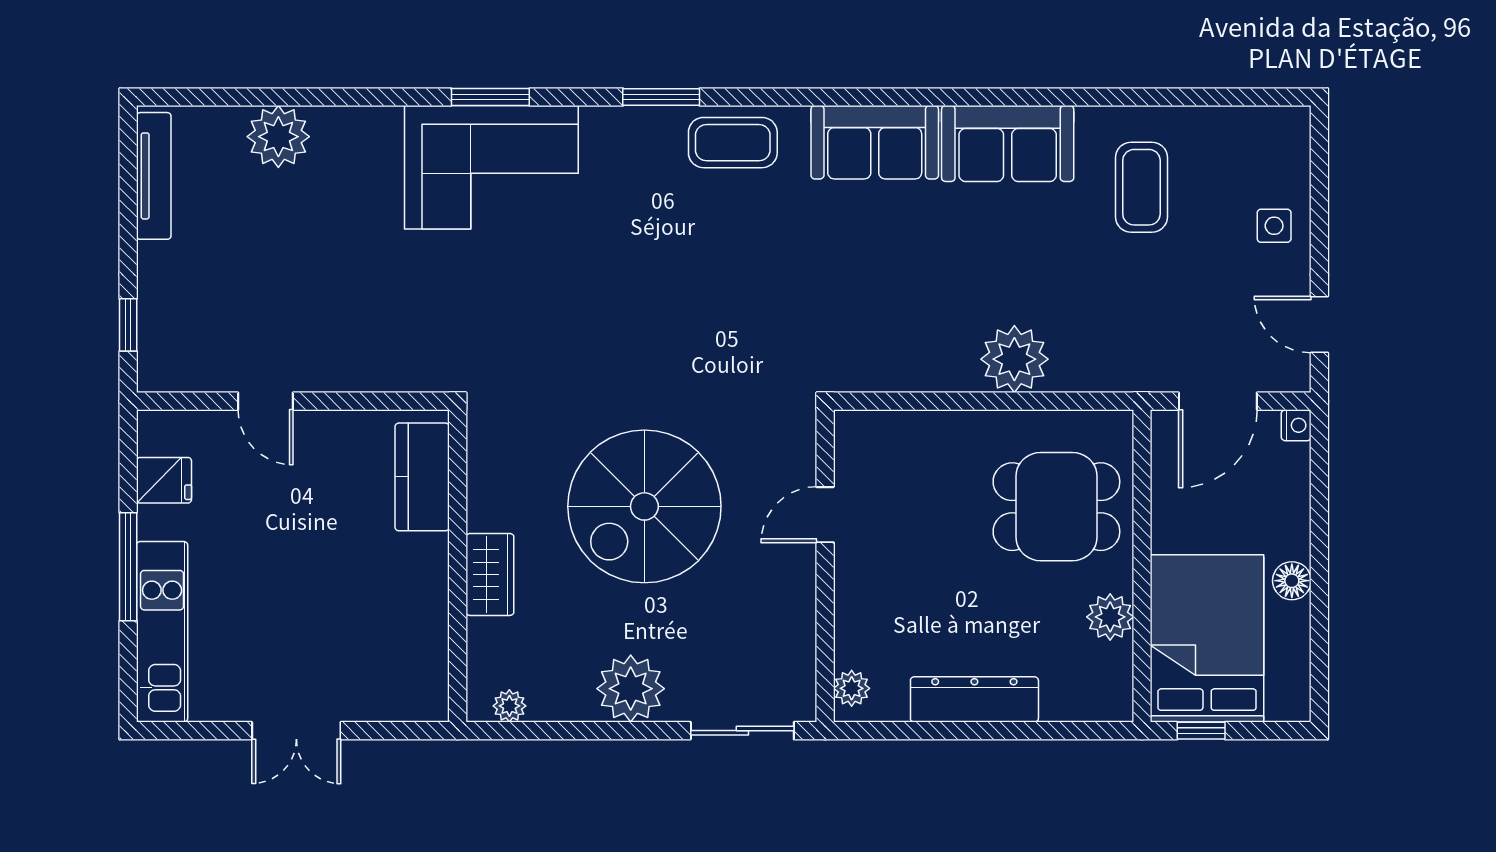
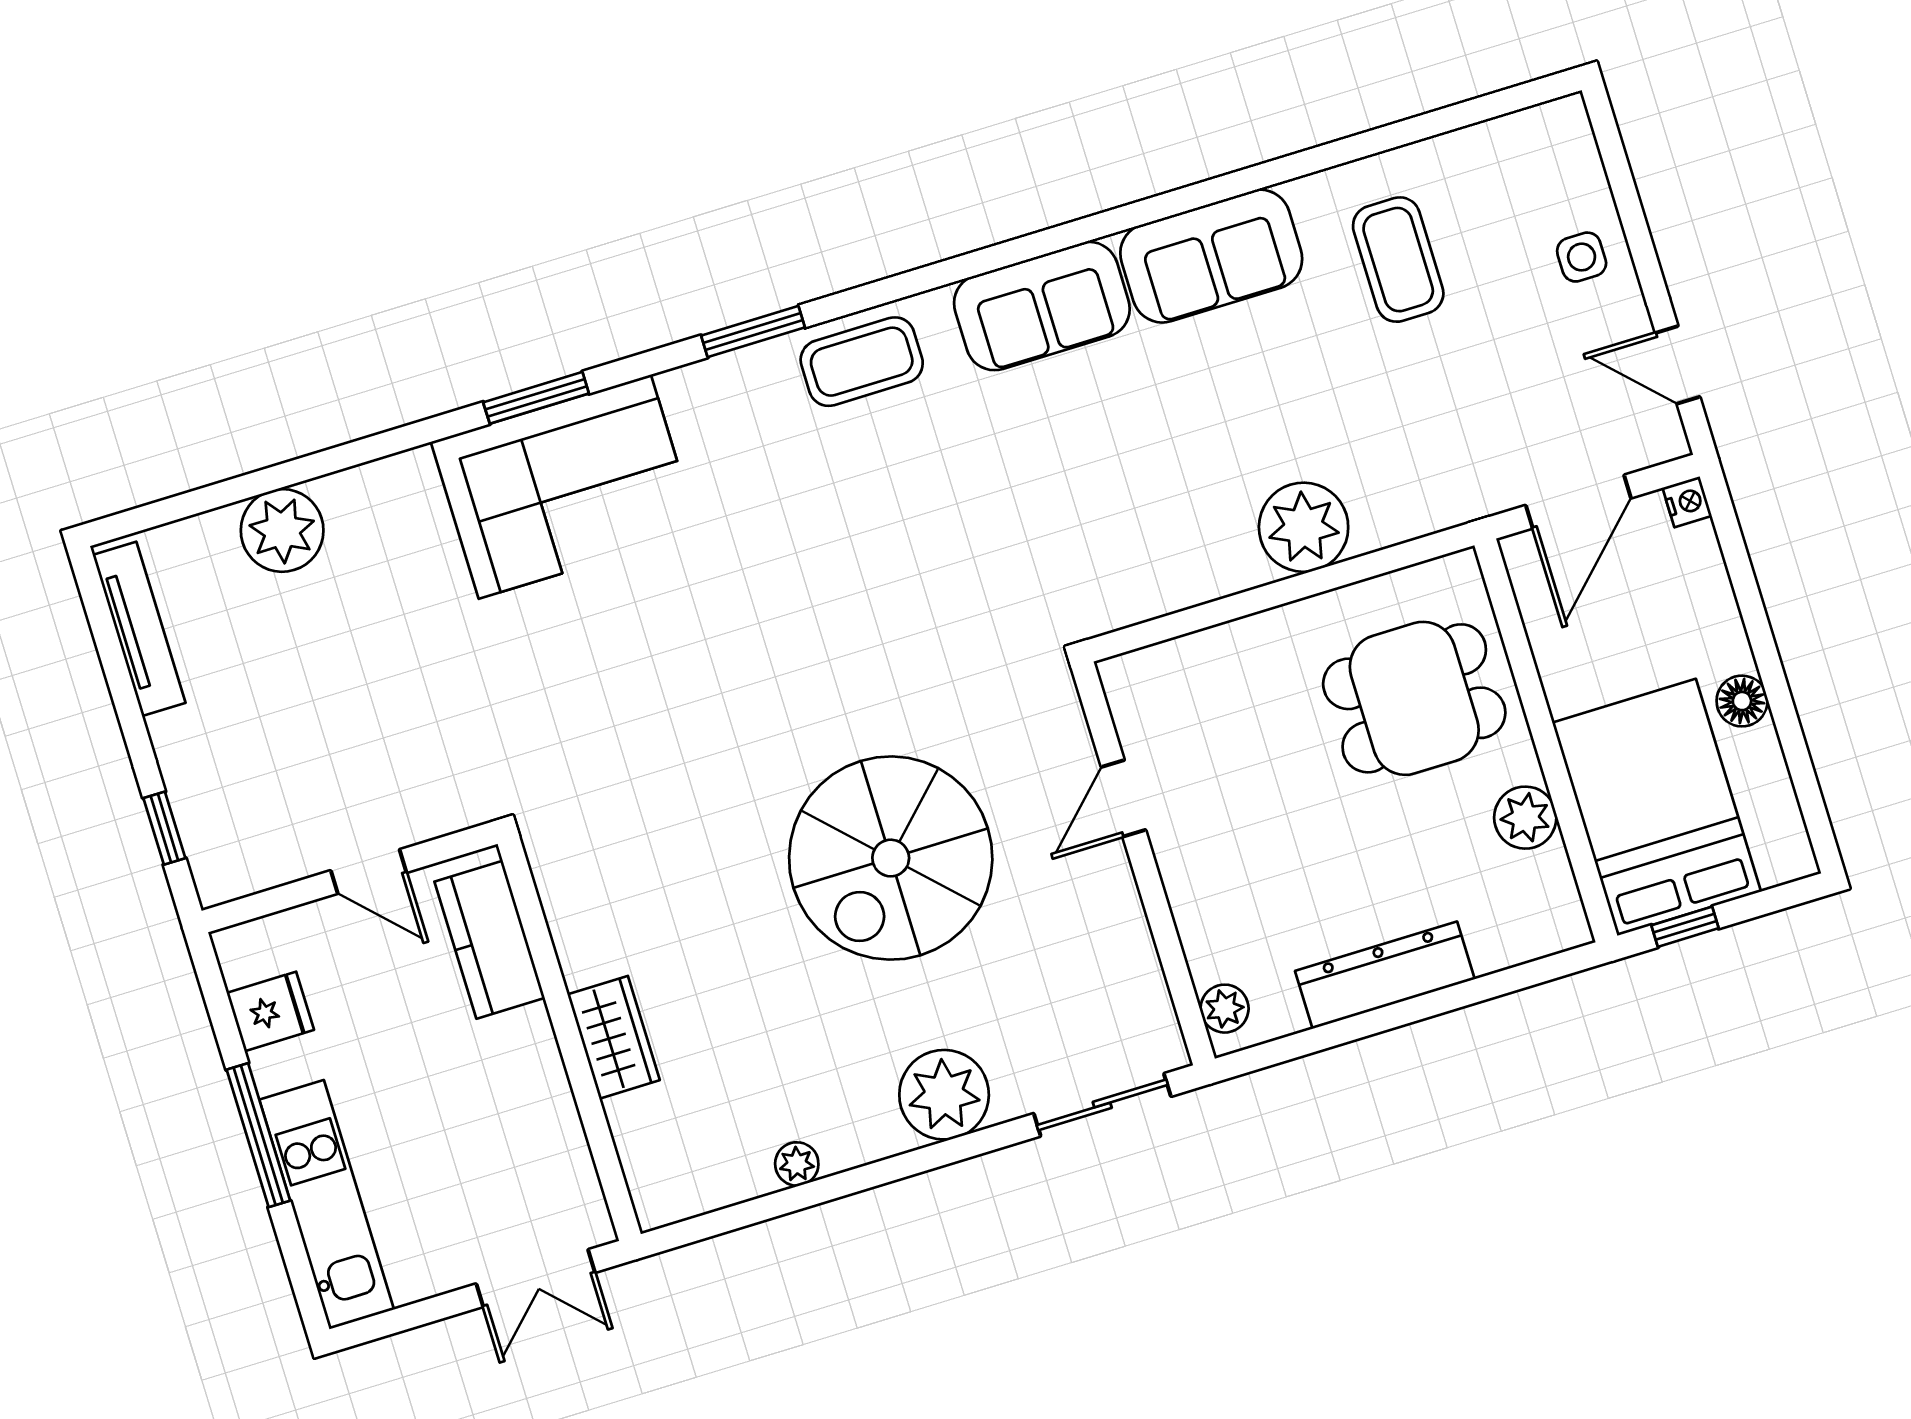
kitchen counter: (422, 477) -> (490, 940), moved
wall: (458, 566) -> (569, 1039), moved
wardrobe: (490, 574) -> (614, 1037), moved

